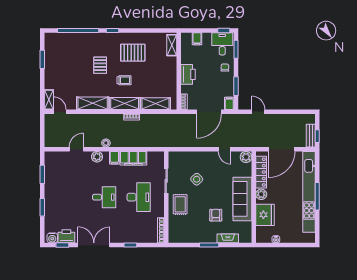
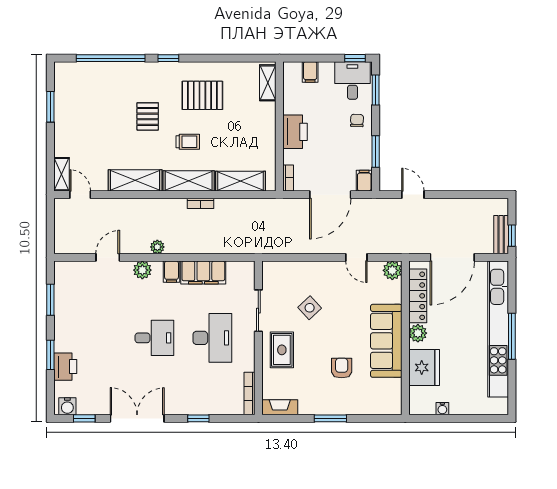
printer: (66, 236) -> (65, 367), moved, turned 90
fireplace: (228, 238) -> (280, 407), moved

